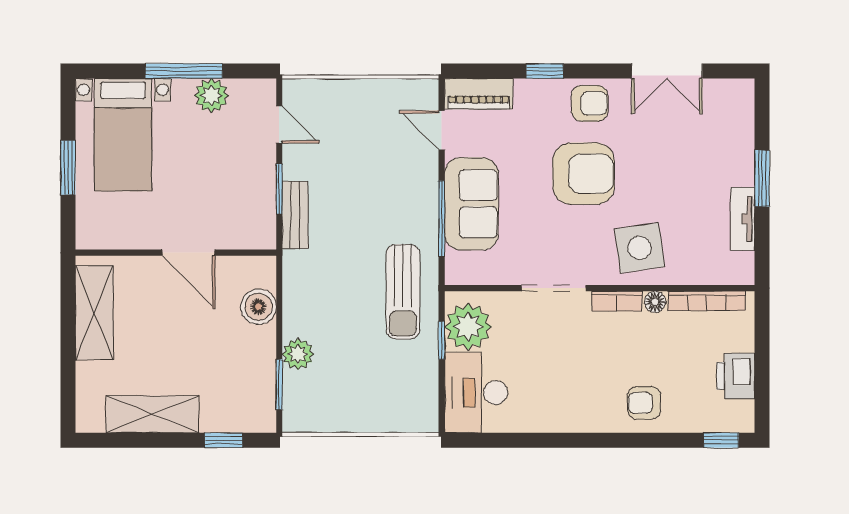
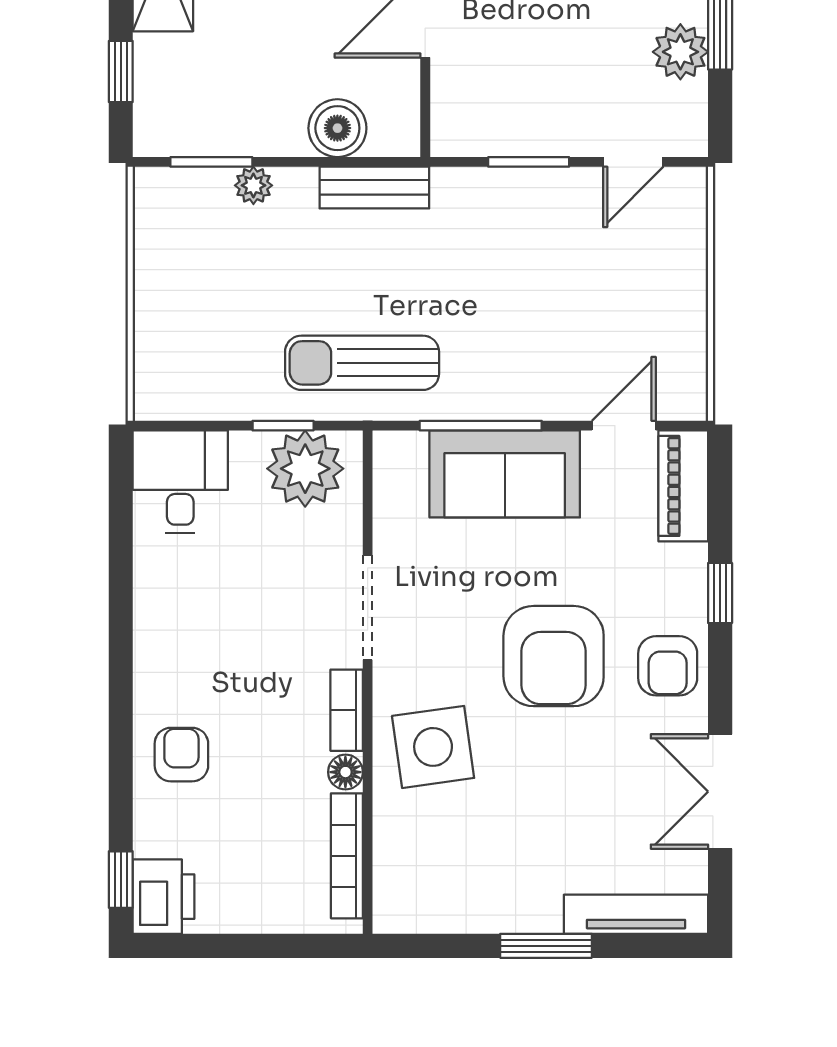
bench: (295, 215) -> (374, 188), moved
tv unit: (743, 219) -> (636, 914), moved, width x1.41
plant: (298, 354) -> (253, 185), width x0.73, depth x0.73
printer: (736, 376) -> (164, 897), moved, turned 90
desk: (476, 393) -> (180, 482), width x0.73

